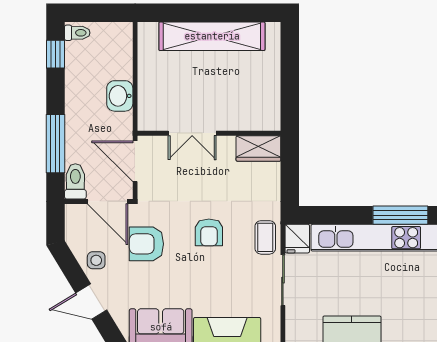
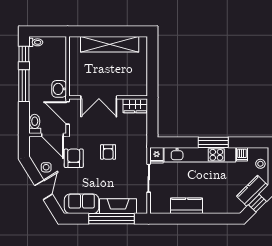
washbasin: (120, 96) -> (59, 89), moved
double door: (192, 133) -> (99, 97), width x1.37
window: (55, 144) -> (24, 86), moved
coffee table: (265, 237) -> (139, 155), removed
armchair: (146, 244) -> (74, 158), turned 90
door: (91, 301) -> (43, 190), swing flipped

